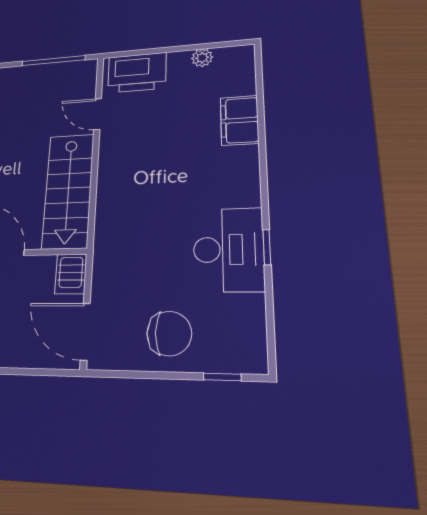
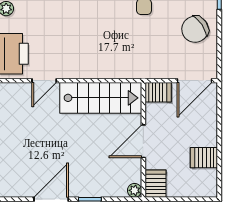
chair: (169, 333) -> (195, 29), turned -124

